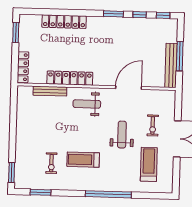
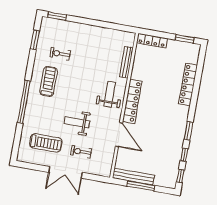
locker: (70, 78) -> (132, 101), moved
weight bench: (122, 135) -> (77, 122), turned 180
treadmill: (83, 160) -> (49, 81), moved

